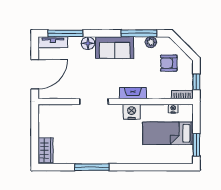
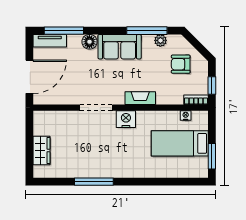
nightstand: (132, 112) -> (126, 119), moved
wardrobe: (45, 150) -> (41, 150), moved

